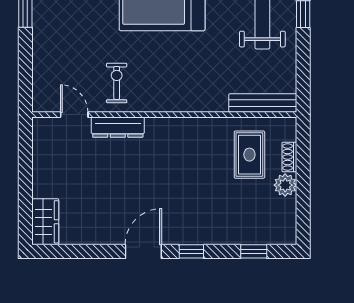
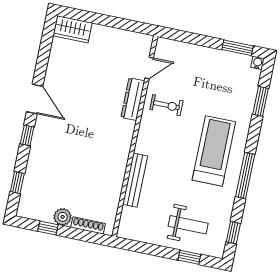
bench: (263, 103) -> (135, 180), moved
rug: (249, 155) -> (91, 195), removed
shoe rack: (289, 157) -> (88, 225), width x1.43
window: (303, 201) -> (48, 228), added

